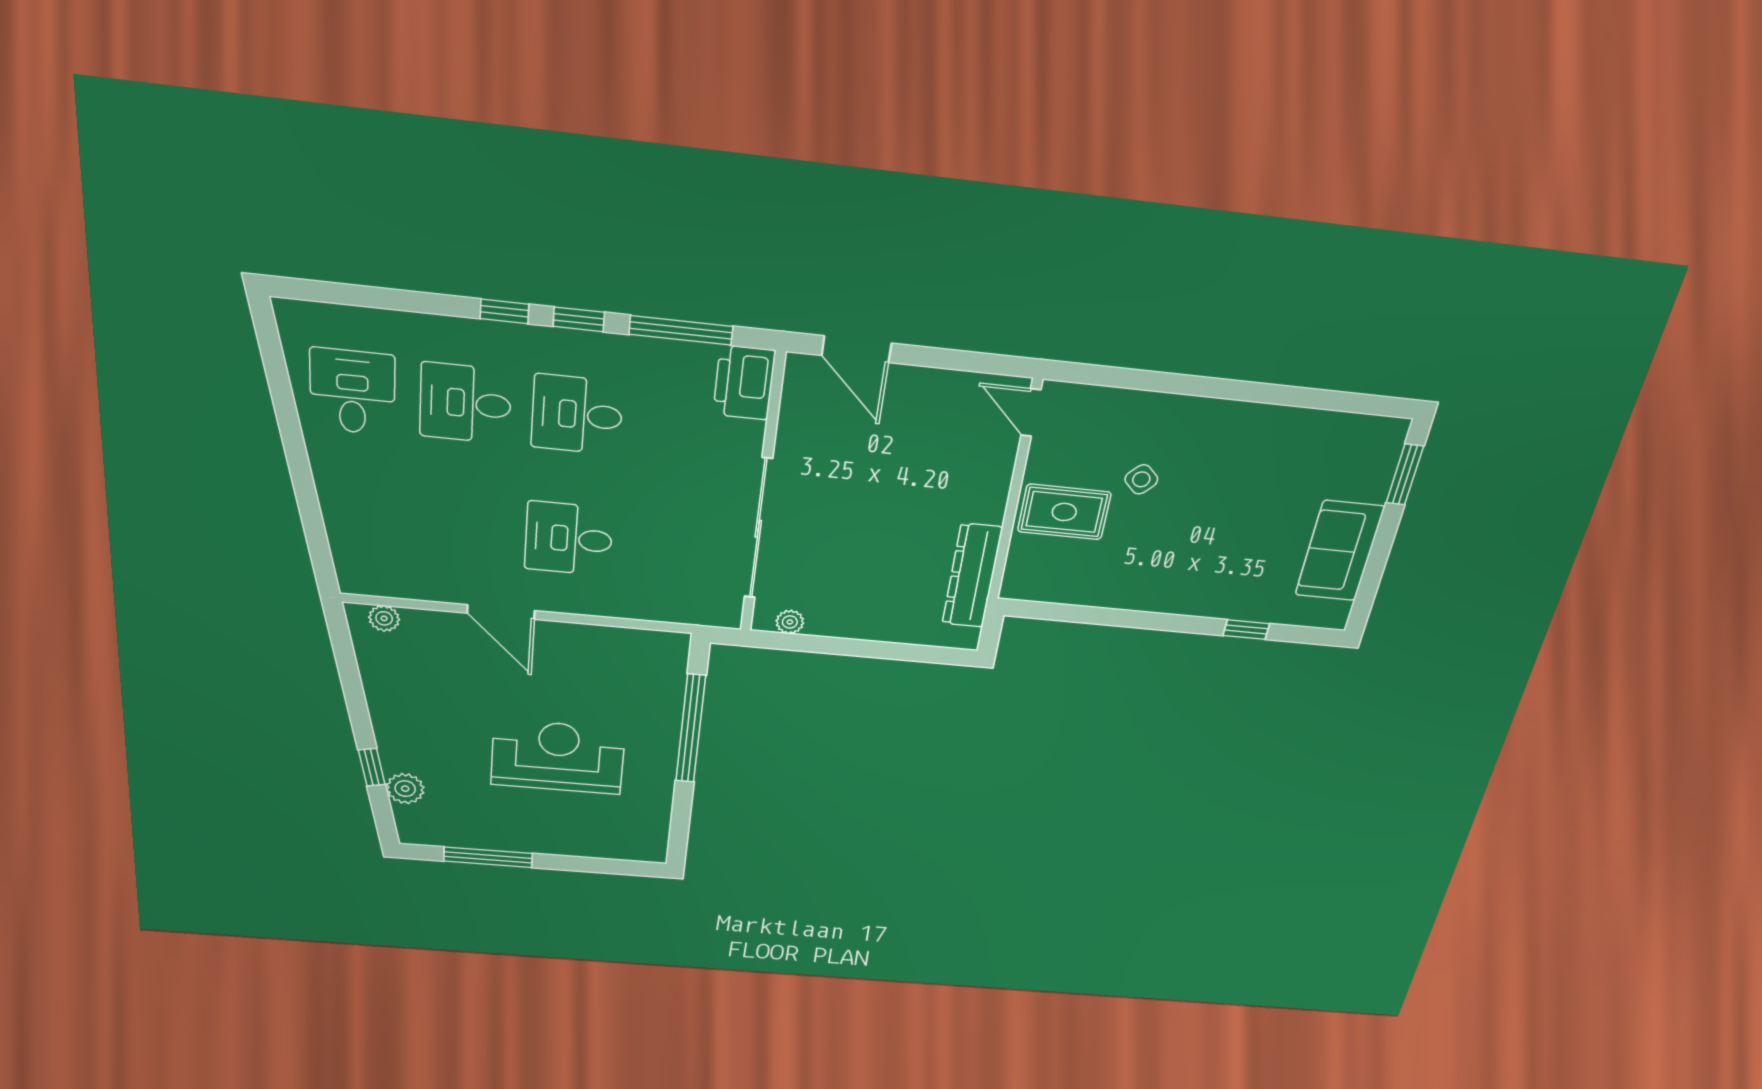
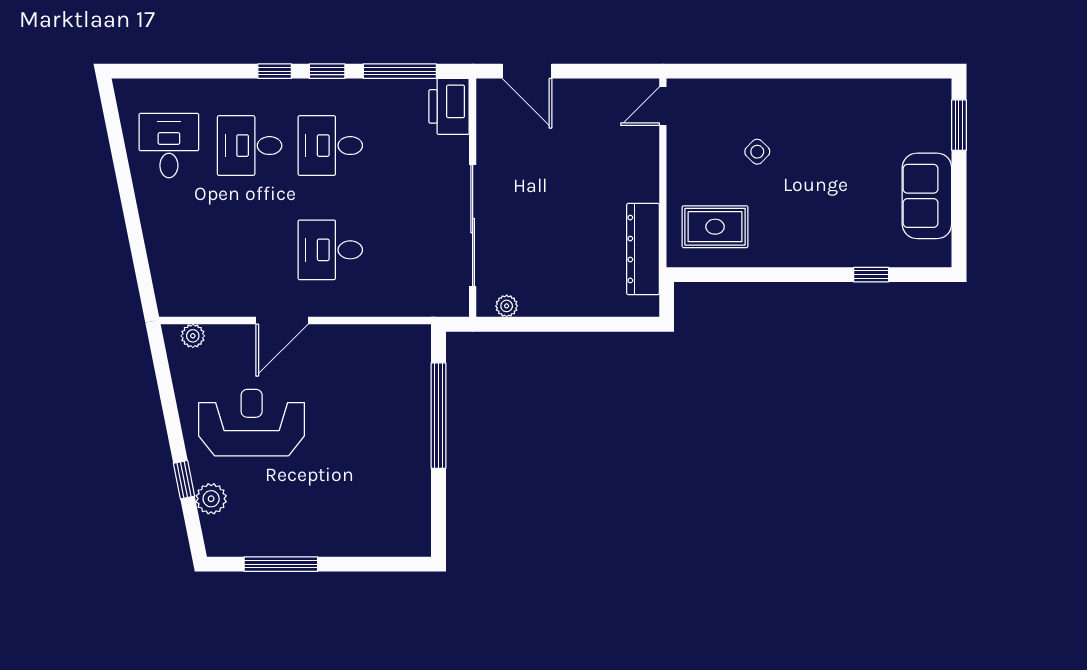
door: (1031, 412) -> (663, 106), hinge flipped
rug: (1064, 512) -> (715, 227), moved
door: (501, 612) -> (282, 320), hinge flipped
reception desk: (558, 757) -> (252, 423), moved

